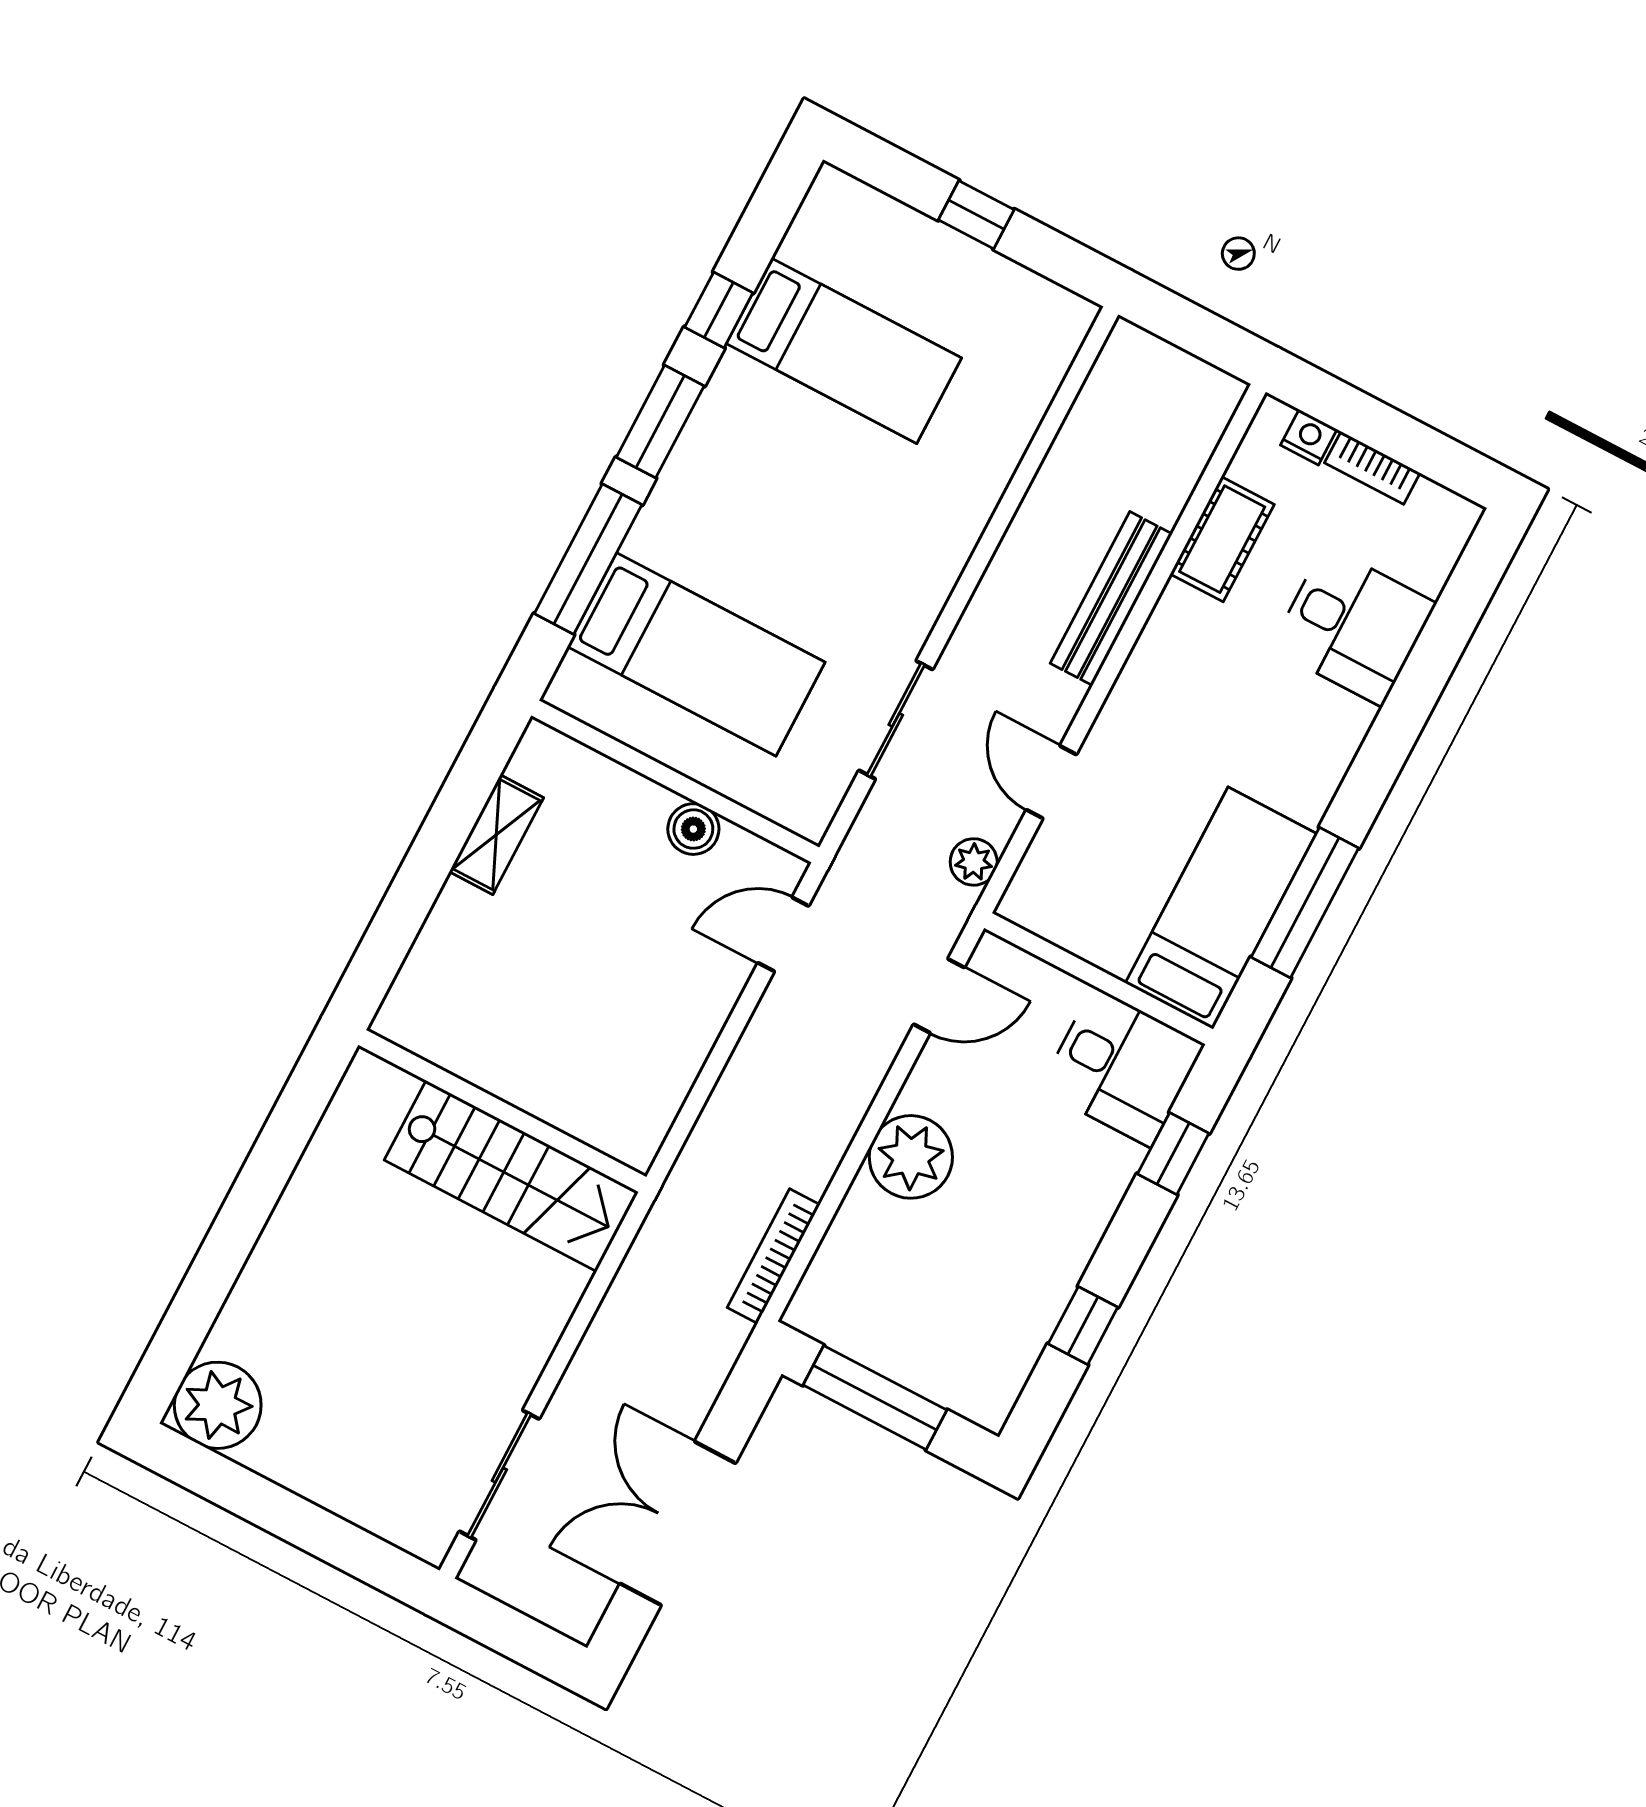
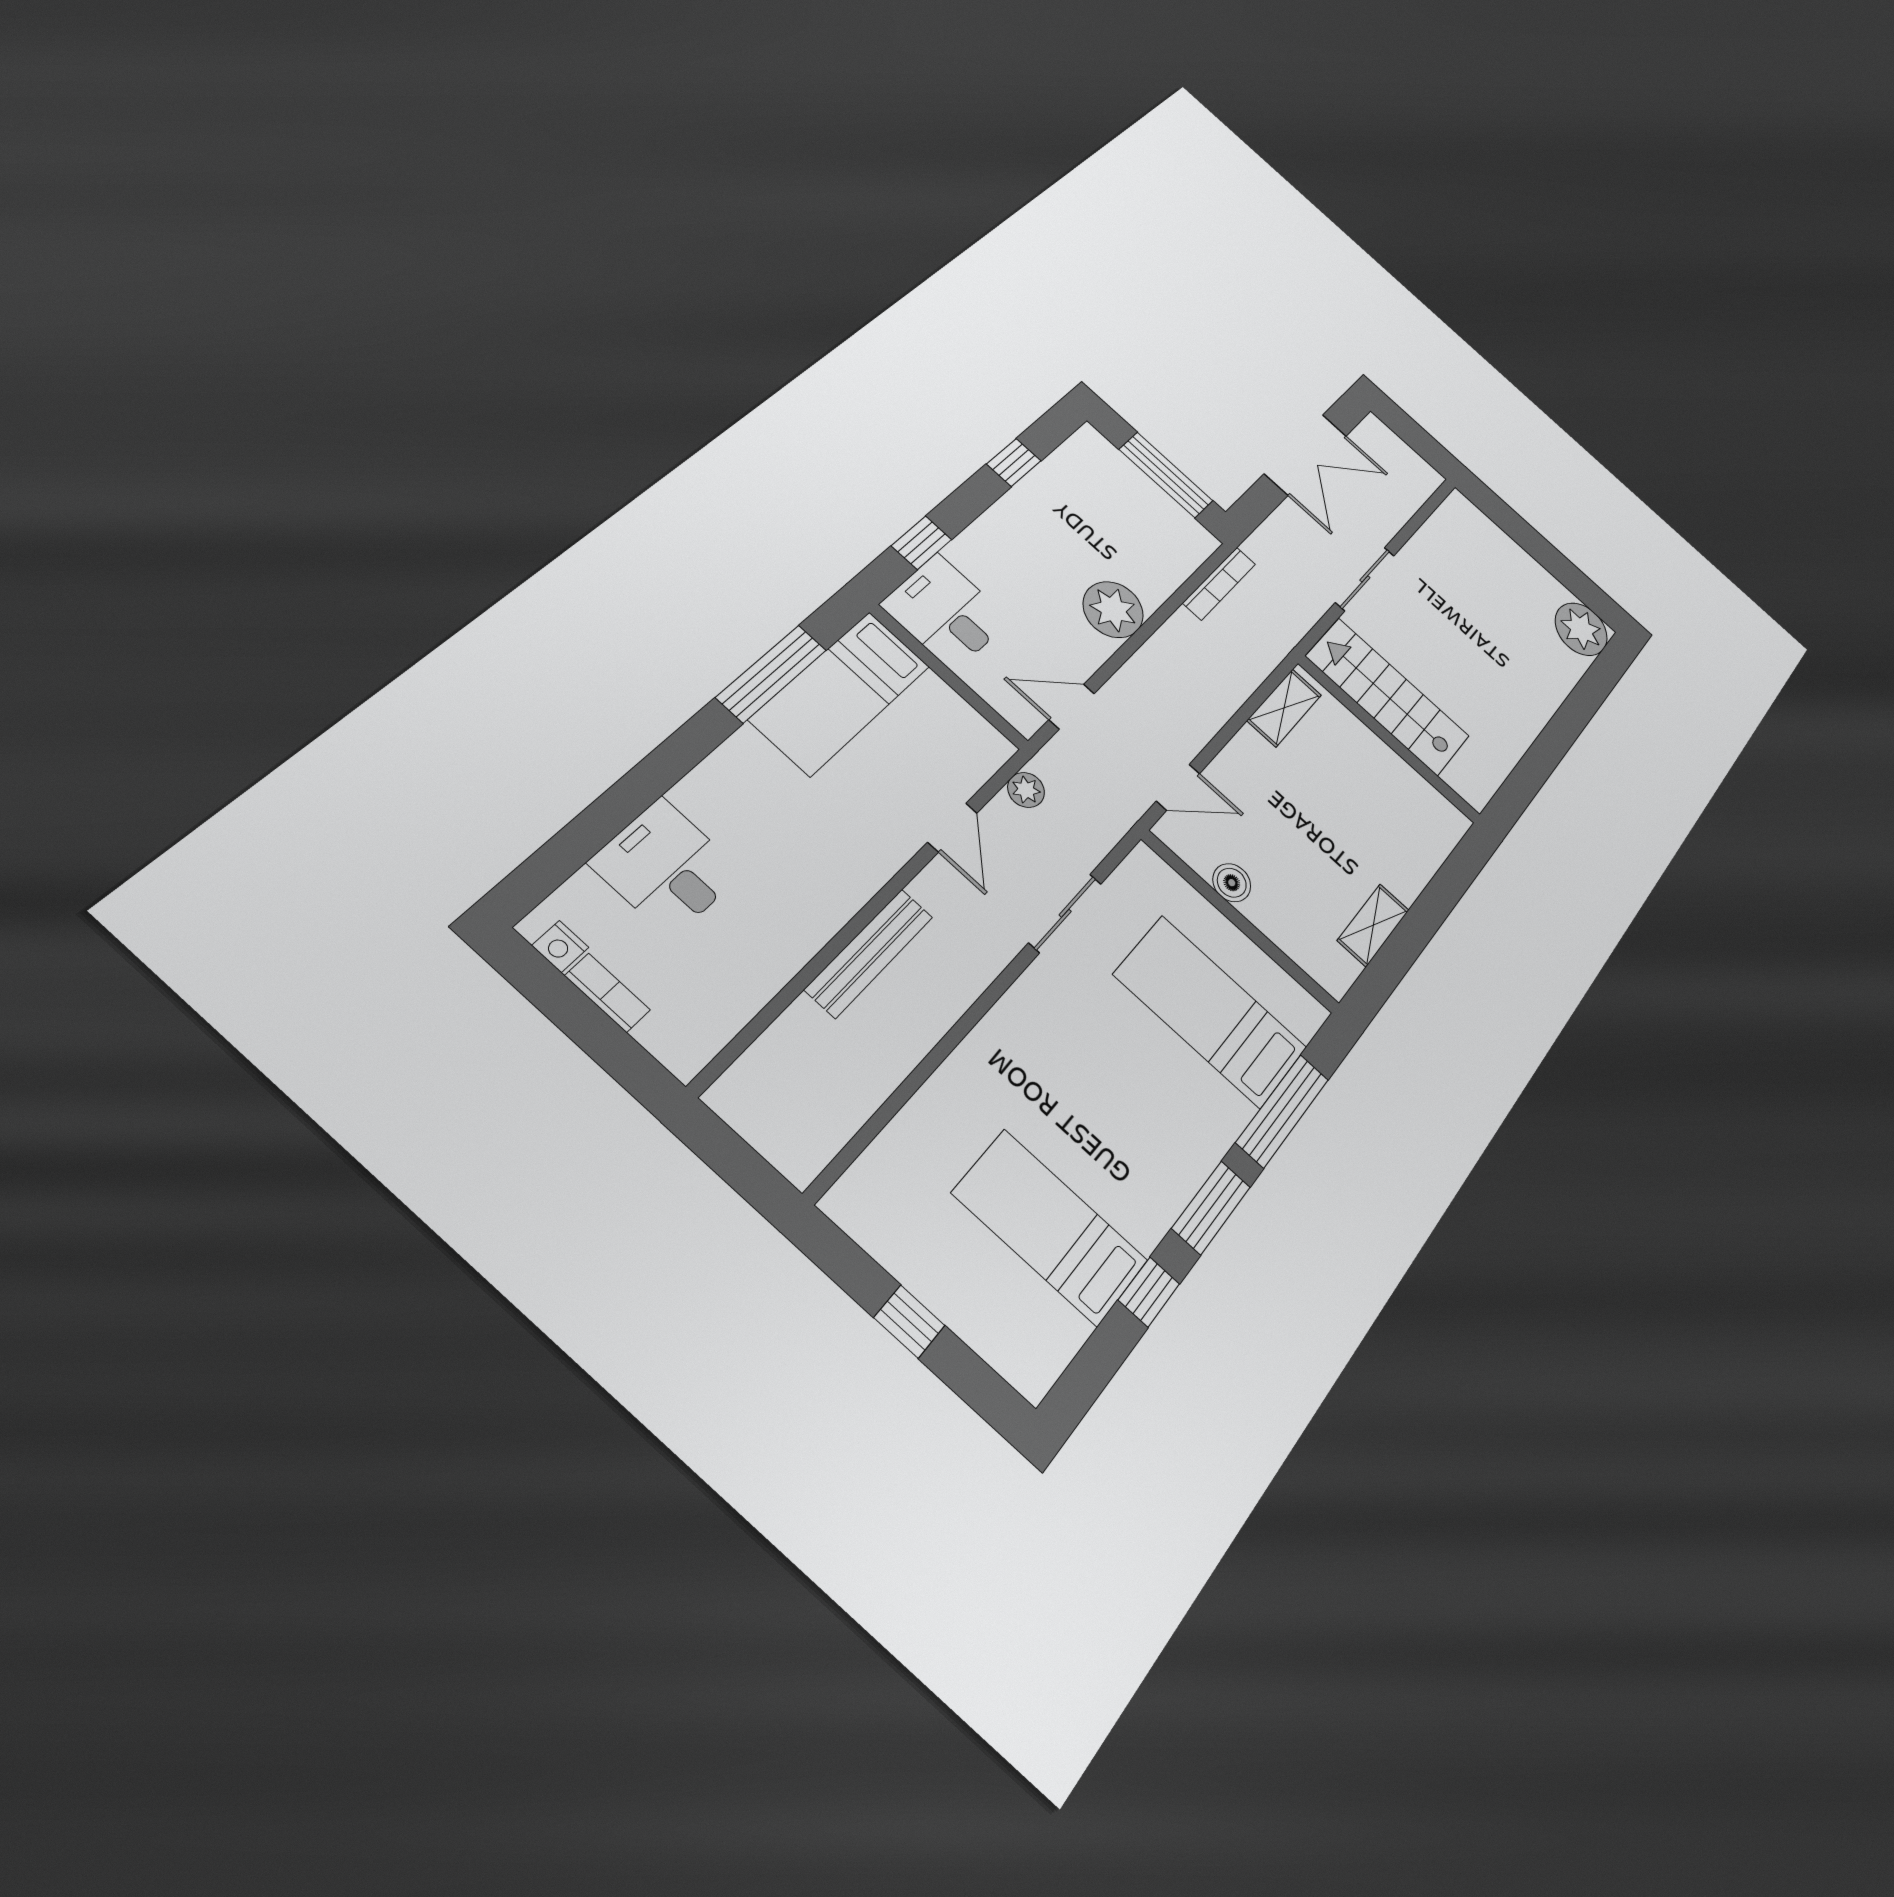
nightstand: (1309, 437) -> (560, 946), moved
cot: (1222, 539) -> (761, 972), removed
shelving: (657, 1102) -> (1284, 708), added
sliding door: (499, 1475) -> (1365, 579), moved

